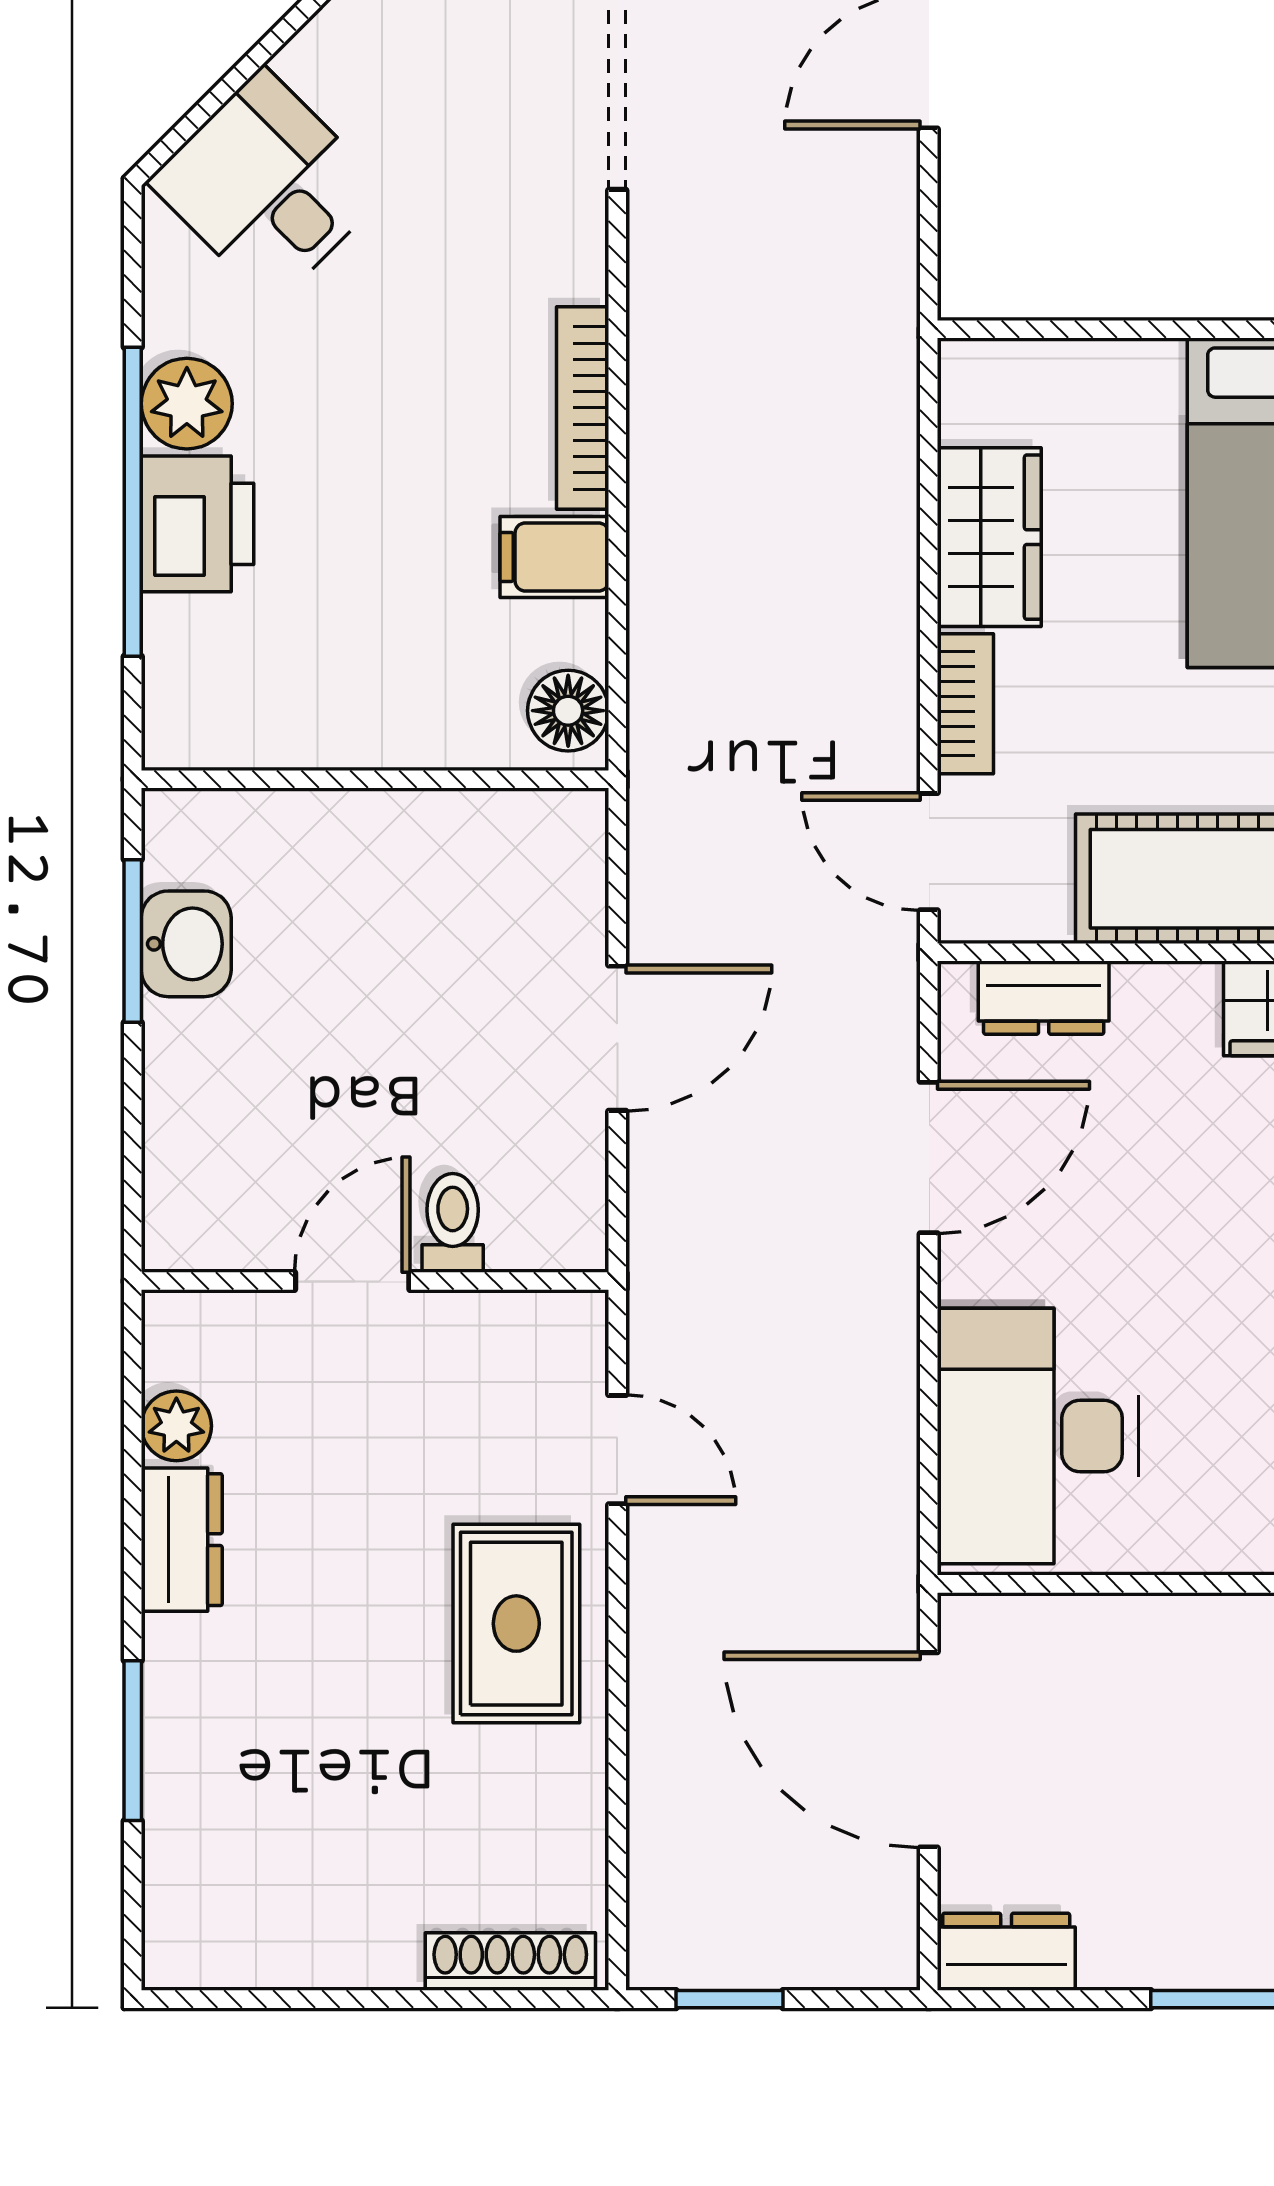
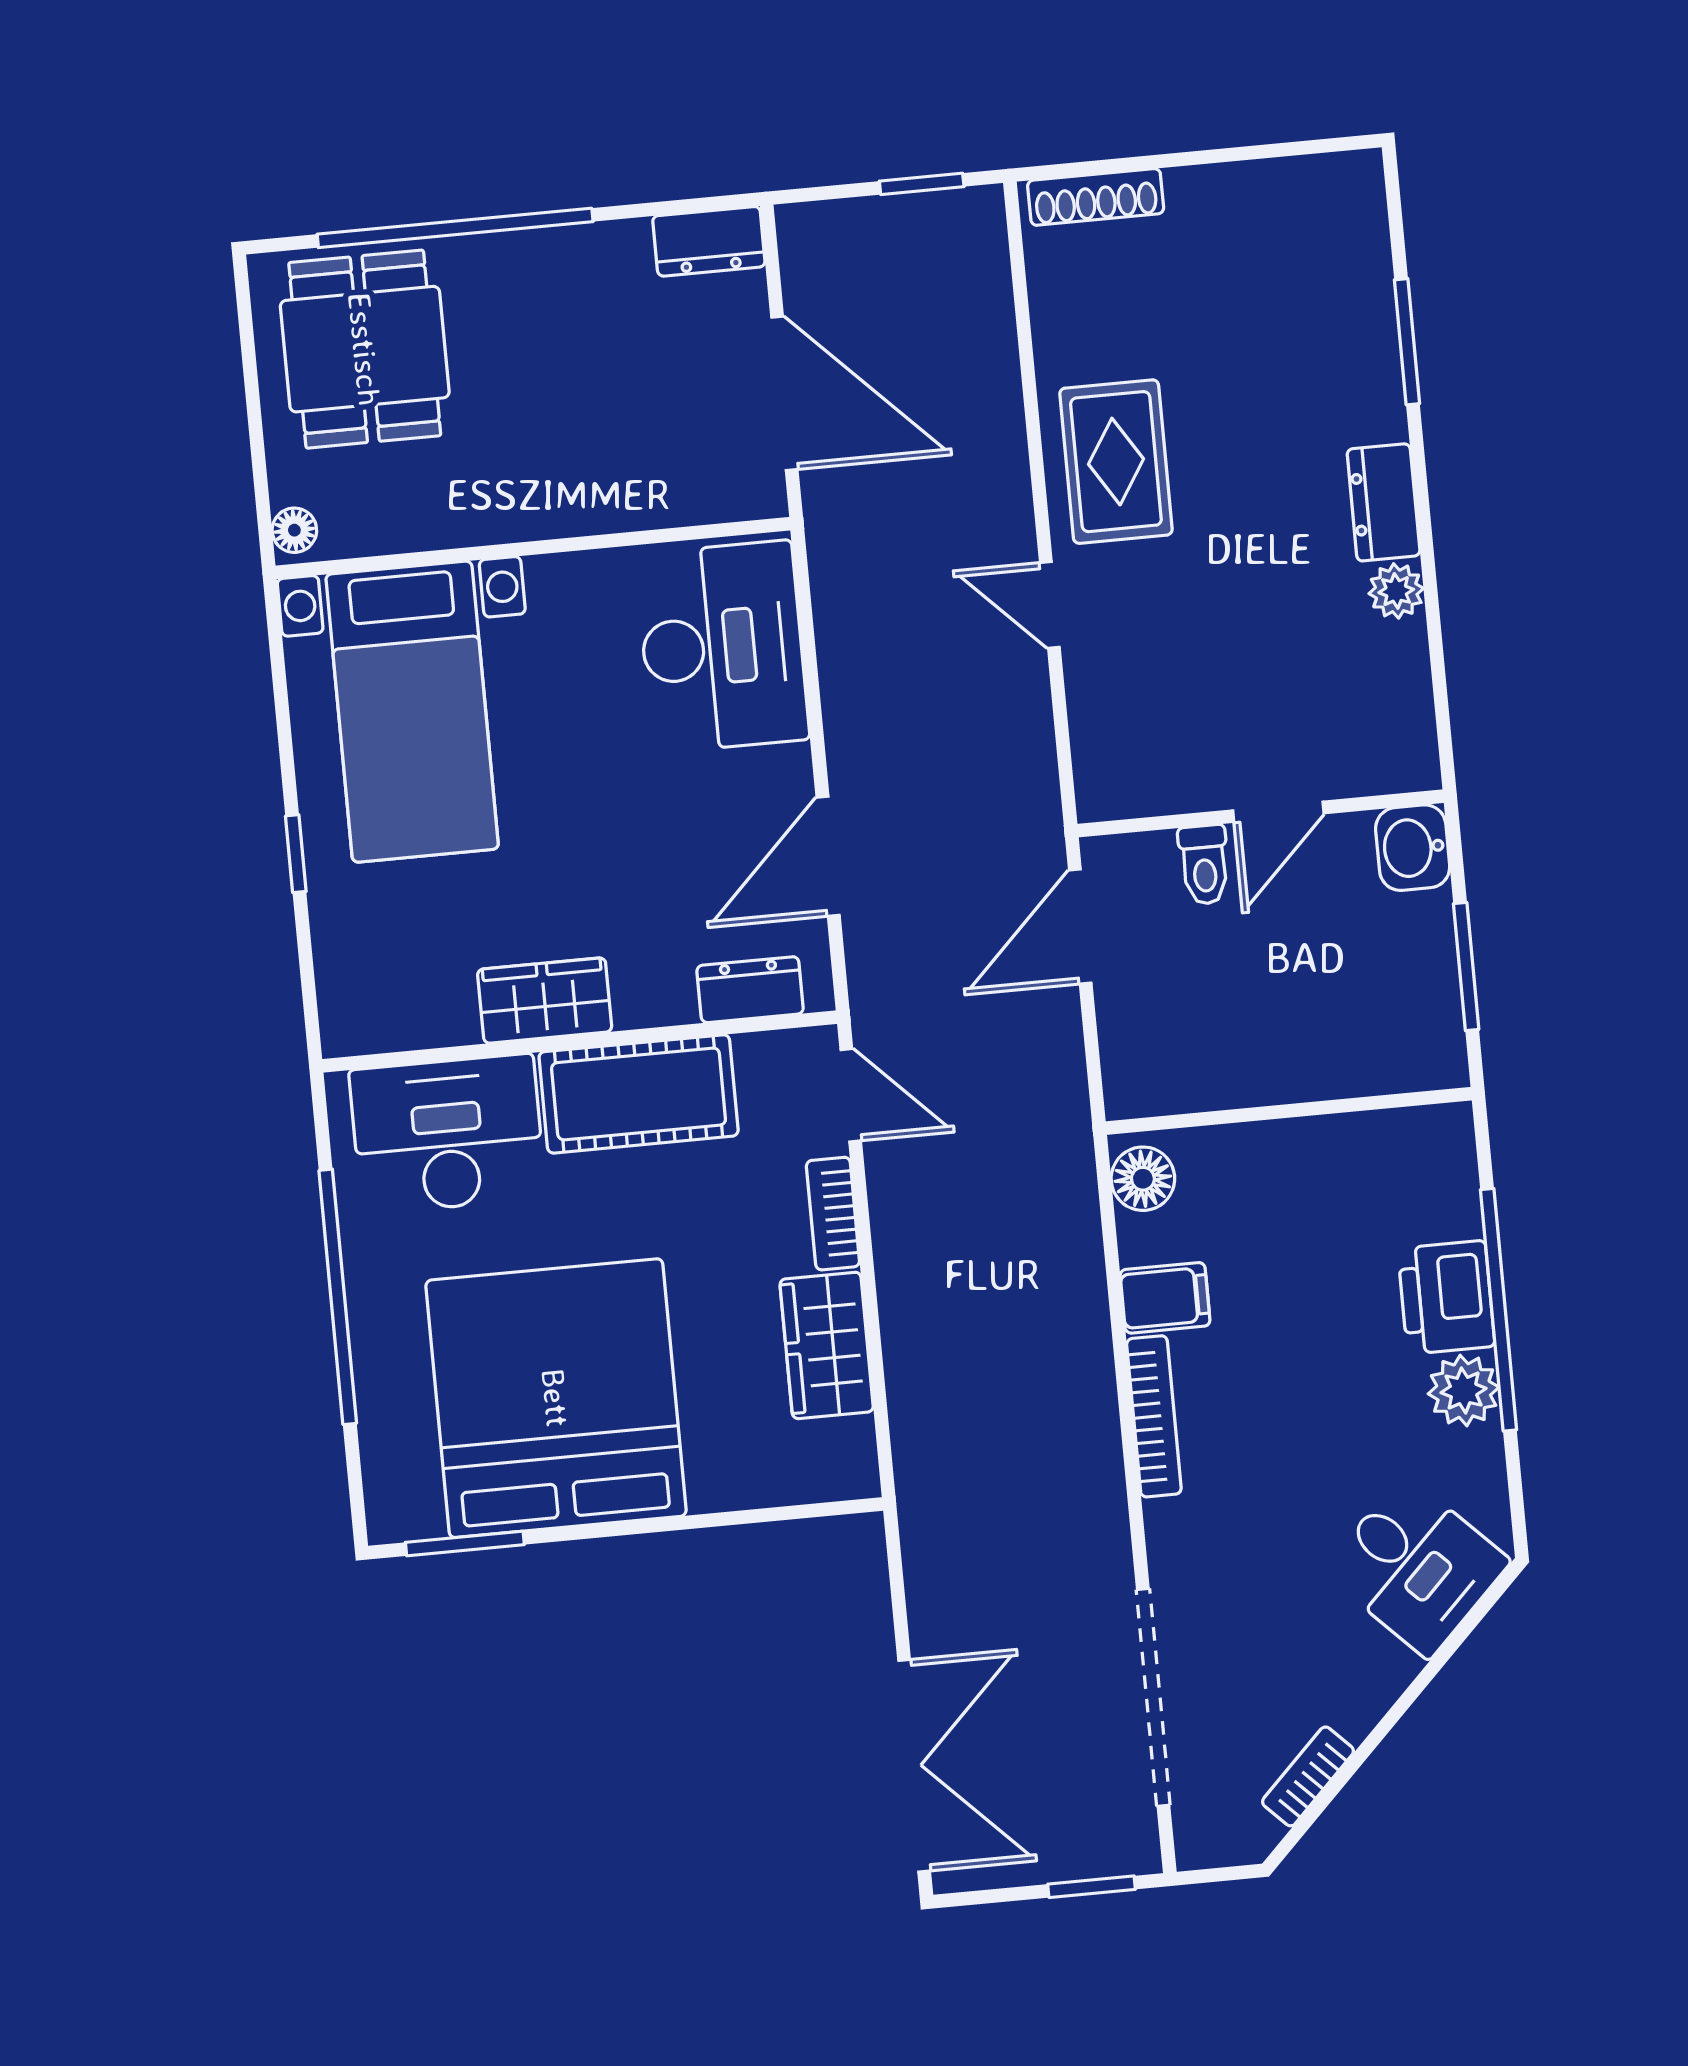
washbasin: (186, 944) -> (1413, 848), moved
toilet: (453, 1223) -> (1204, 865), moved
door: (352, 1281) -> (1278, 812), moved
wall: (375, 1281) -> (1261, 813), moved

